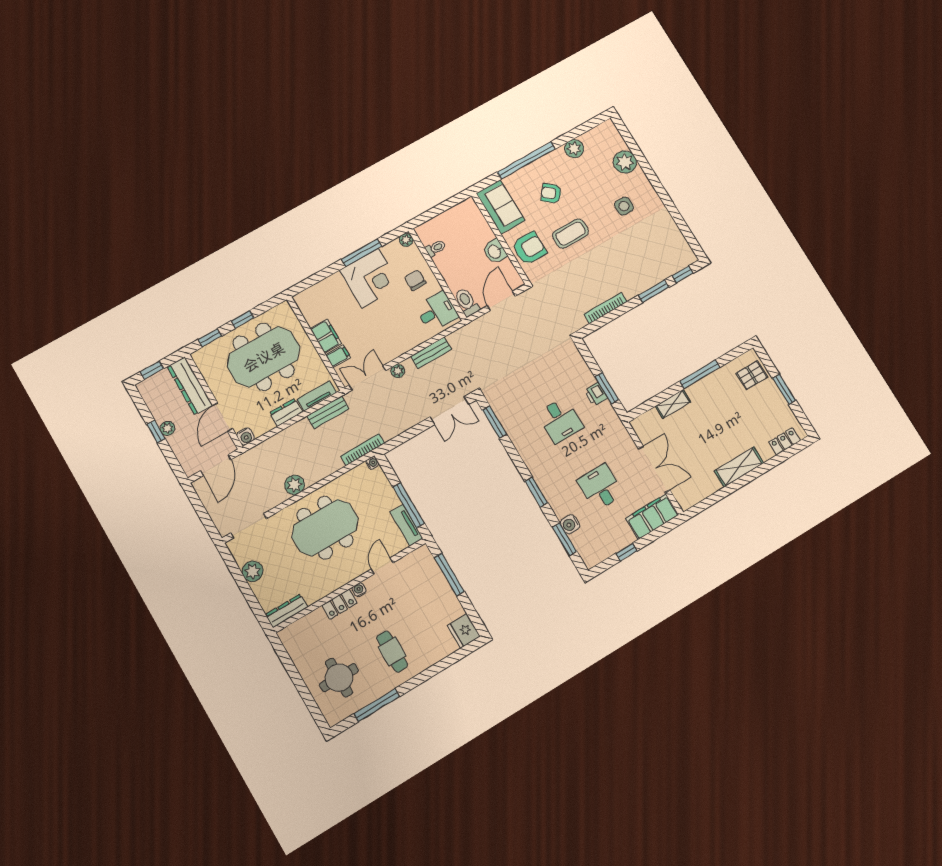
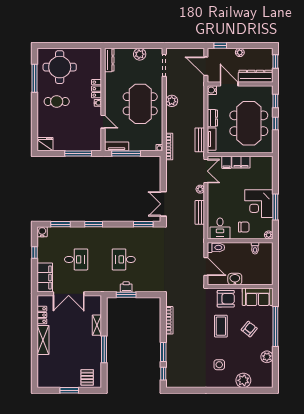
armchair: (529, 248) -> (226, 299), turned -90
window: (156, 432) -> (220, 46), moved
locker: (785, 441) -> (42, 315), moved
water cooler: (570, 524) -> (42, 232), moved
round table: (339, 678) -> (60, 67), width x1.36, depth x1.36

